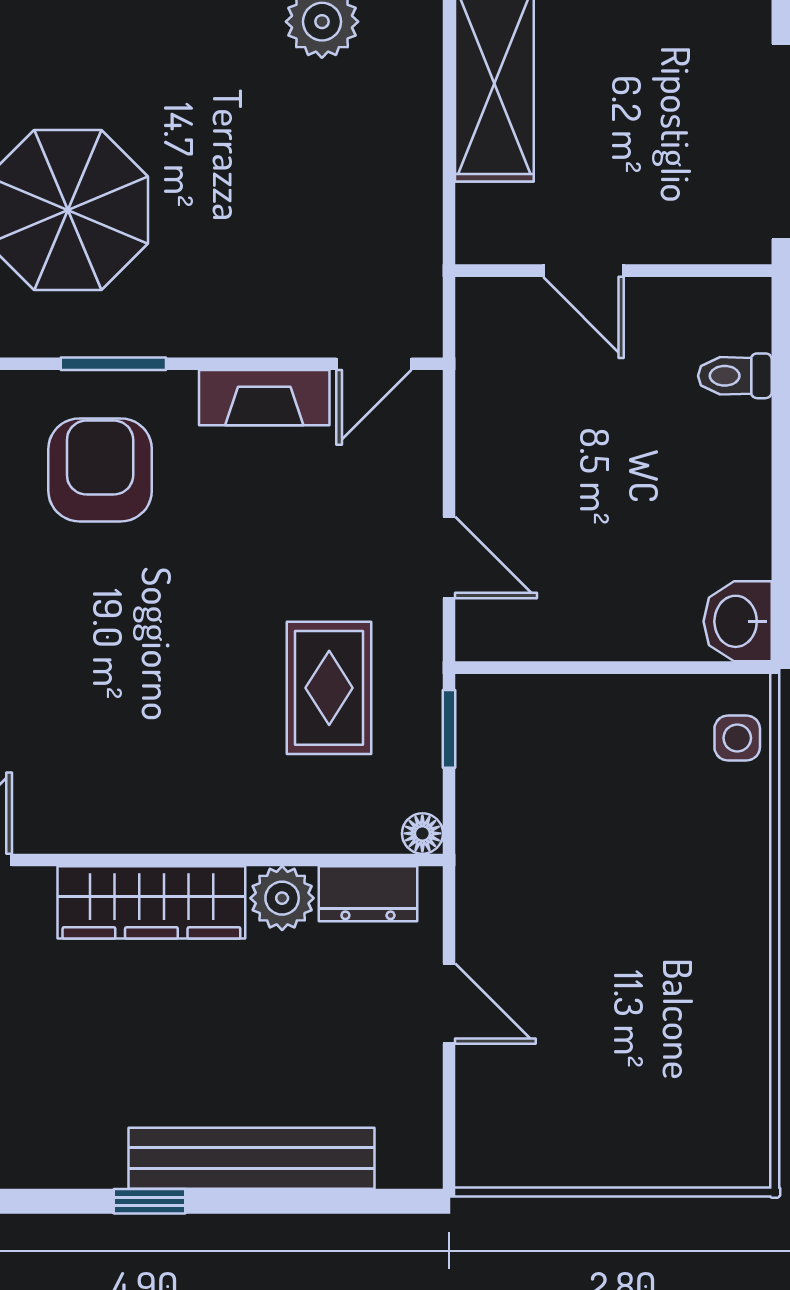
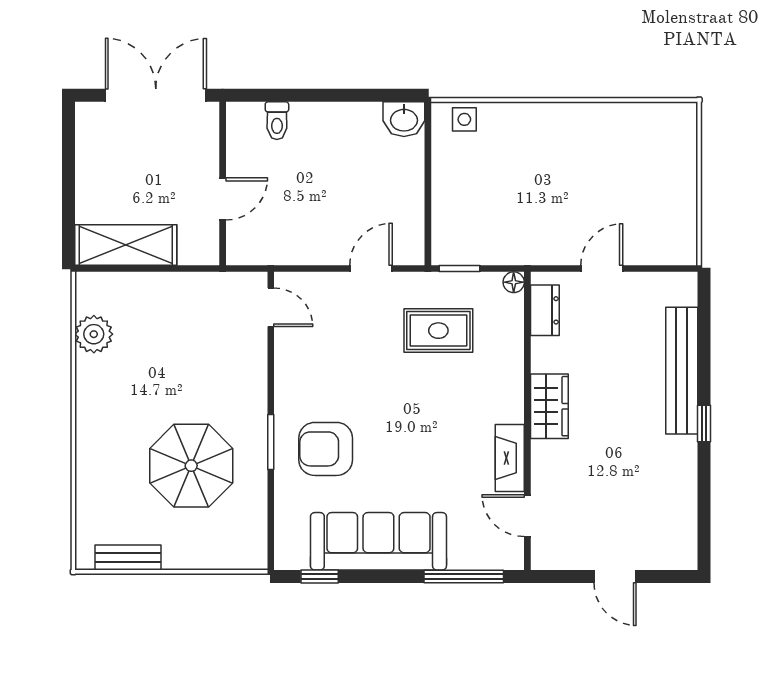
fireplace: (264, 398) -> (510, 458), moved, turned 180
plant: (282, 898) -> (547, 355), removed
wardrobe: (151, 902) -> (549, 406), width x0.67

